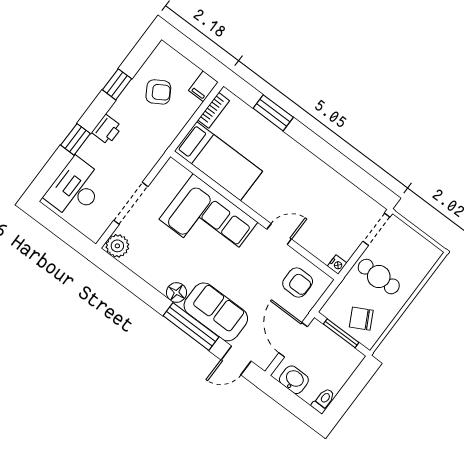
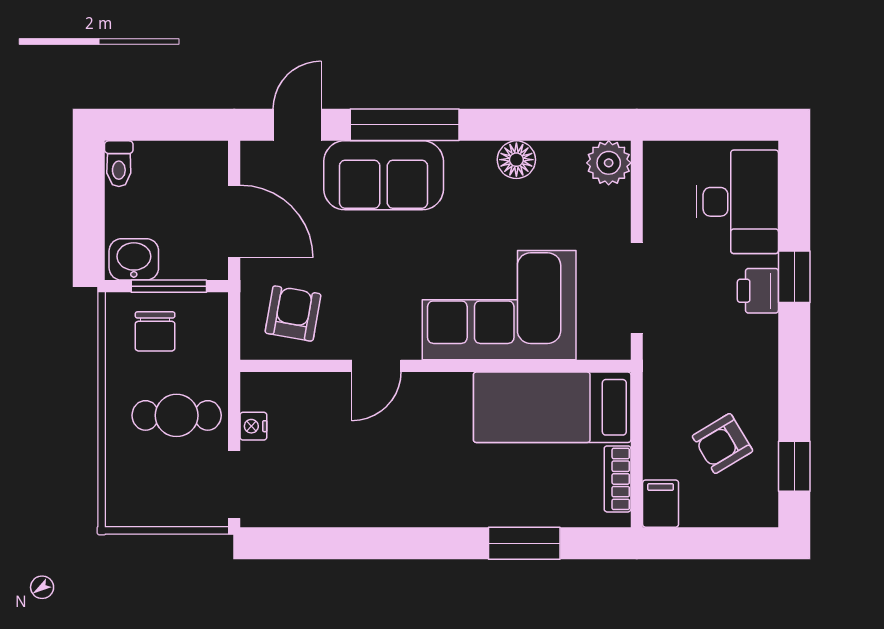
window: (117, 84) -> (794, 466), moved
printer: (107, 129) -> (758, 291), moved
doorway: (131, 203) -> (637, 288), moved
nightstand: (337, 265) -> (253, 426), moved
armchair: (298, 282) -> (293, 313), turned 100
floor lamp: (177, 293) -> (516, 160), moved
chair: (361, 319) -> (155, 331), turned 118
washbasin: (294, 380) -> (134, 259), moved, turned 180

